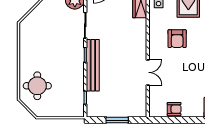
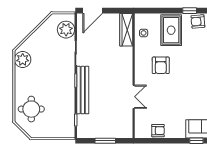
plant: (28, 32) -> (23, 59), added

